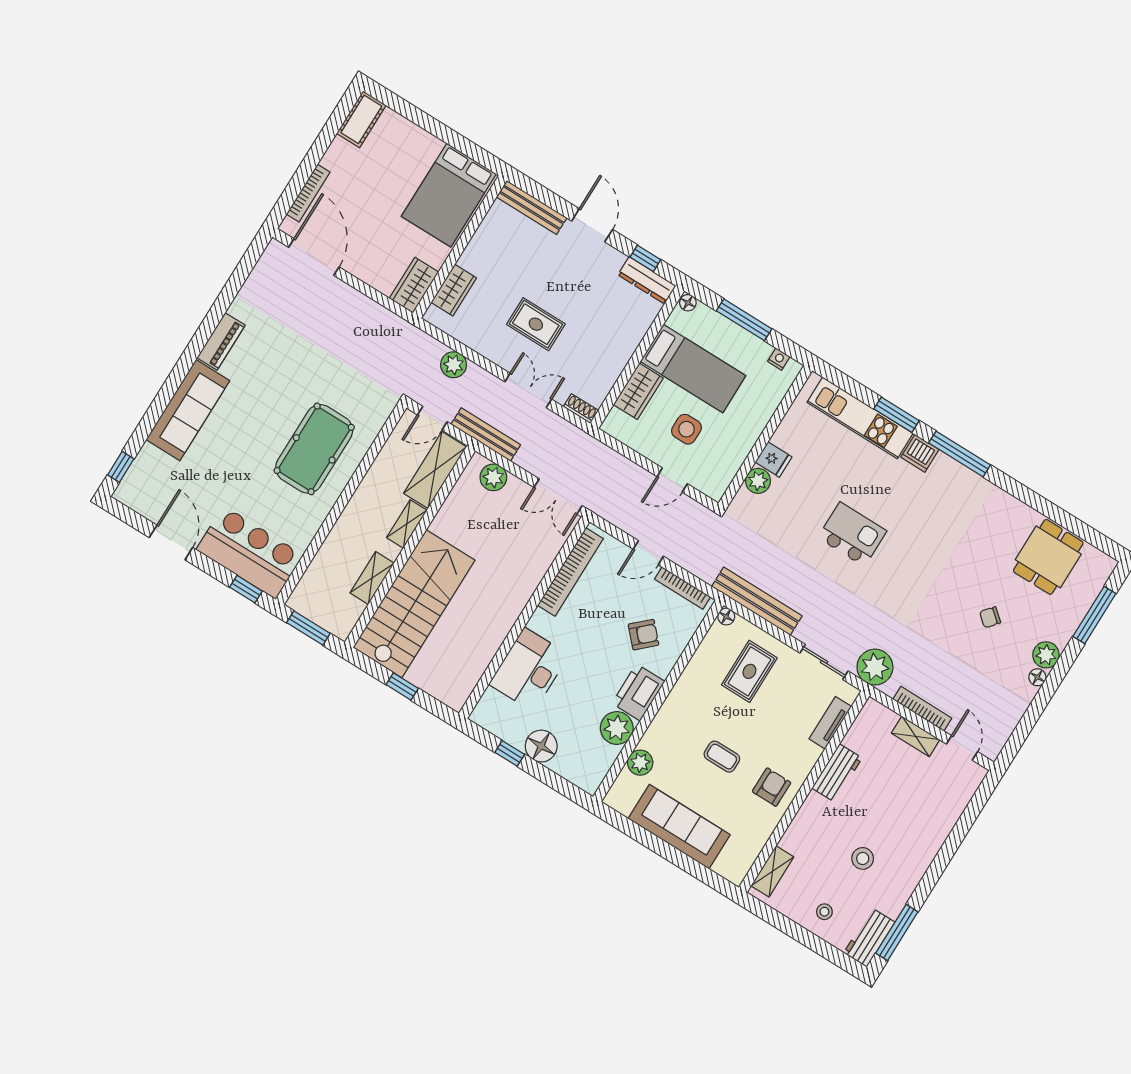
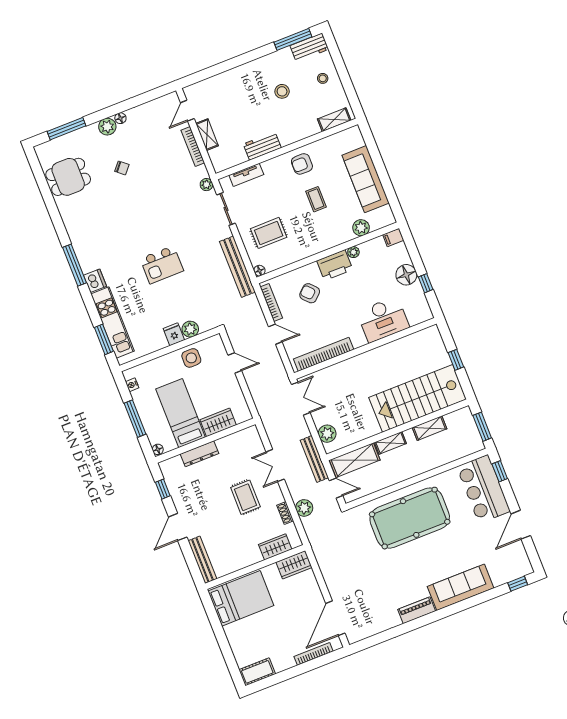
dresser: (647, 280) -> (200, 454), moved, turned 90
shoe rack: (581, 409) -> (285, 513), moved
window: (897, 415) -> (104, 339), moved
side table: (686, 429) -> (191, 358), moved
pool table: (314, 449) -> (410, 518), width x1.36, depth x1.32
kitchen island: (852, 534) -> (162, 265), turned -90
plant: (875, 667) -> (206, 185), width x0.53, depth x0.53
plant: (617, 728) -> (353, 252), width x0.53, depth x0.53
filing cabinet: (592, 780) -> (393, 237), added

